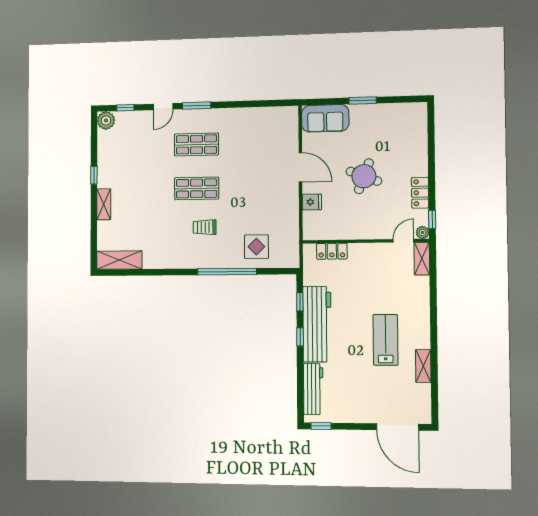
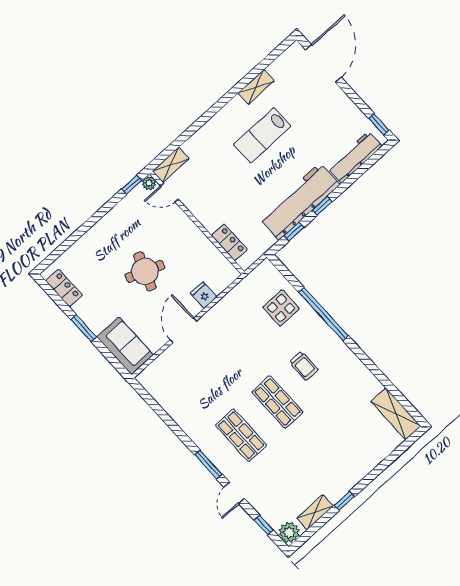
door: (163, 107) -> (234, 493), swing flipped
locker: (420, 193) -> (64, 288), moved, turned -90
shelving: (104, 204) -> (315, 512), moved

